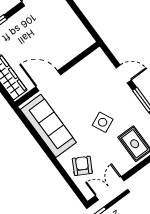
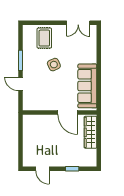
armchair: (82, 166) -> (85, 48), removed

